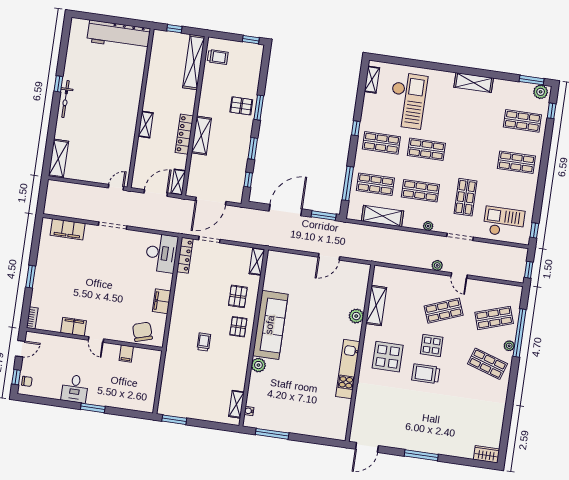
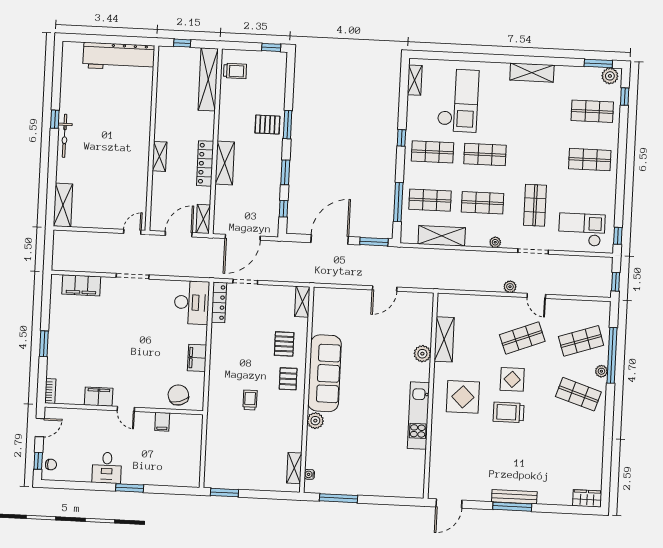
bench: (424, 447) -> (514, 497), added

